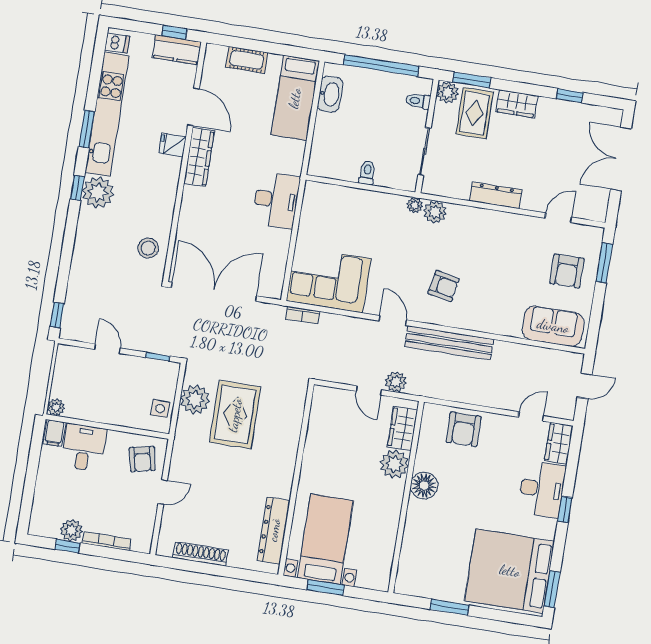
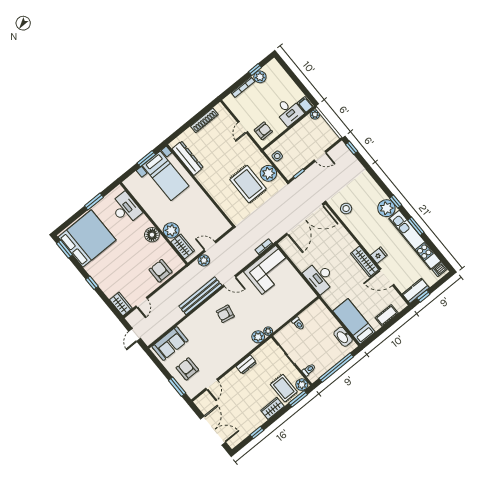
dresser: (496, 195) -> (246, 365), width x0.70
armchair: (142, 459) -> (263, 131), turned 102
desk: (542, 489) -> (125, 209), moved, turned 180

